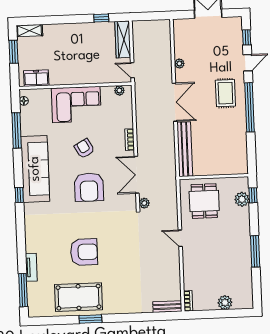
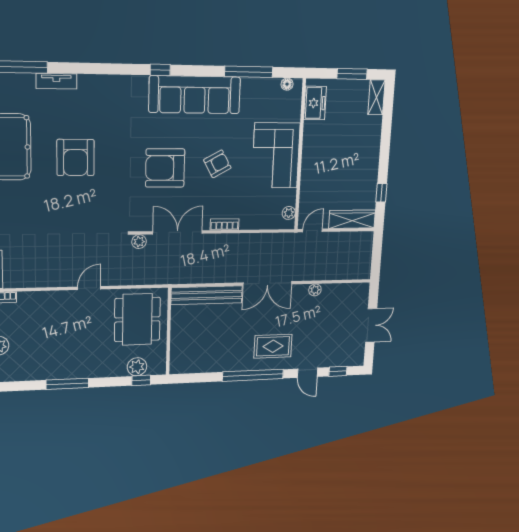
dining table: (204, 201) -> (137, 319), width x1.38

